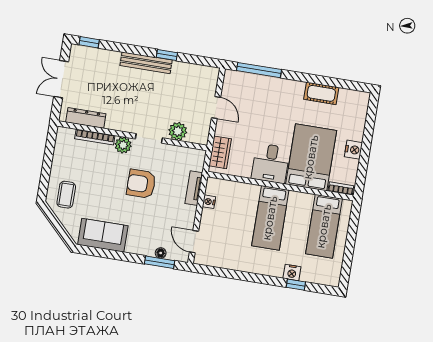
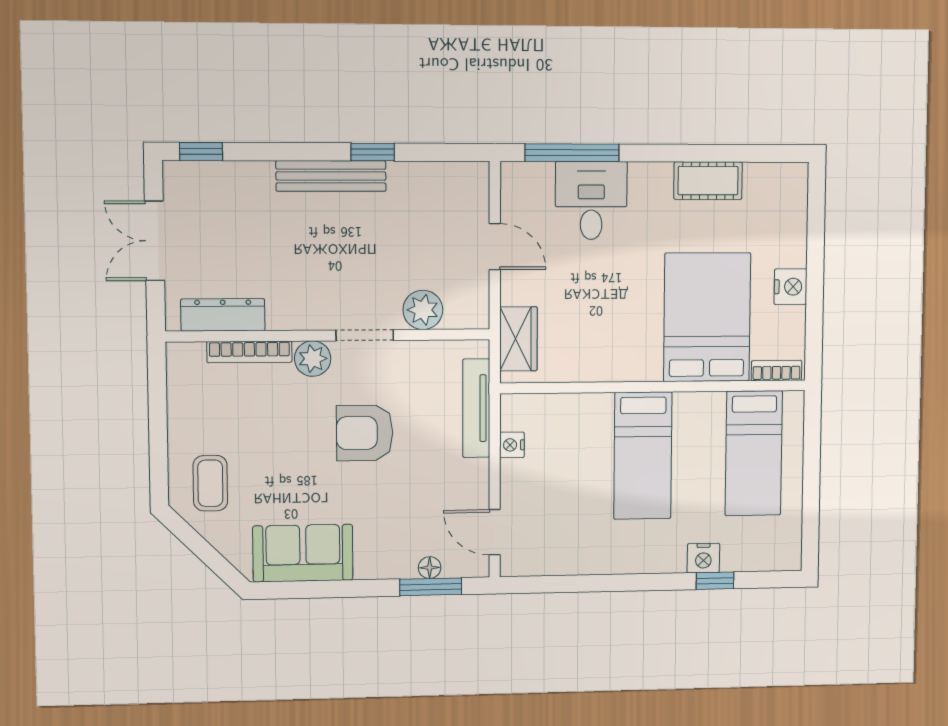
desk: (271, 163) -> (591, 201), moved, turned 180
tv unit: (194, 188) -> (476, 408), width x1.41

